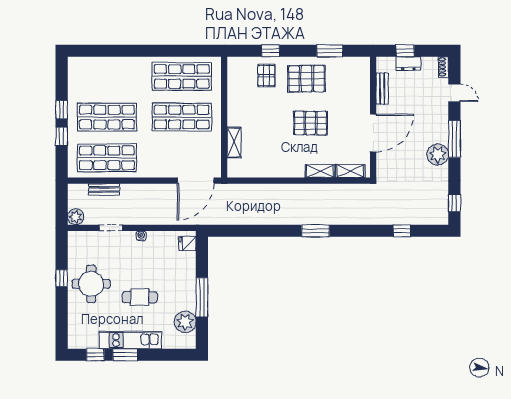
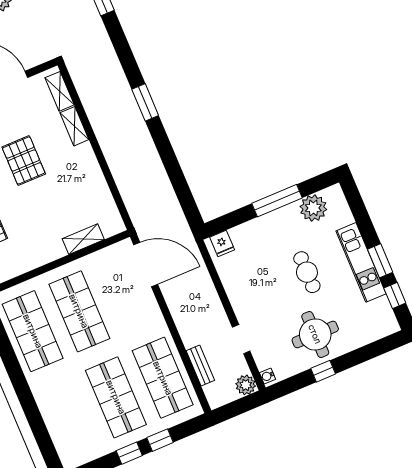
water cooler: (141, 236) -> (268, 376), moved

